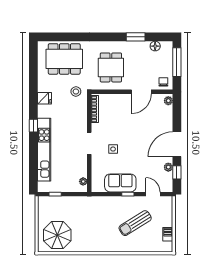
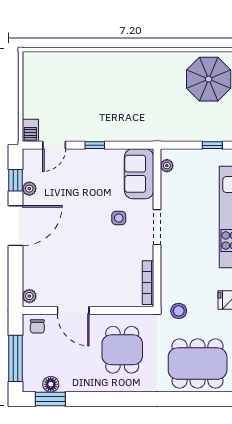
window: (136, 37) -> (50, 399), moved
door: (141, 92) -> (73, 310), swing flipped
sofa: (120, 183) -> (139, 174), moved, turned 90
door: (153, 194) -> (54, 145), hinge flipped
sun lounger: (135, 223) -> (83, 98), removed
barbecue: (168, 234) -> (30, 130), moved

